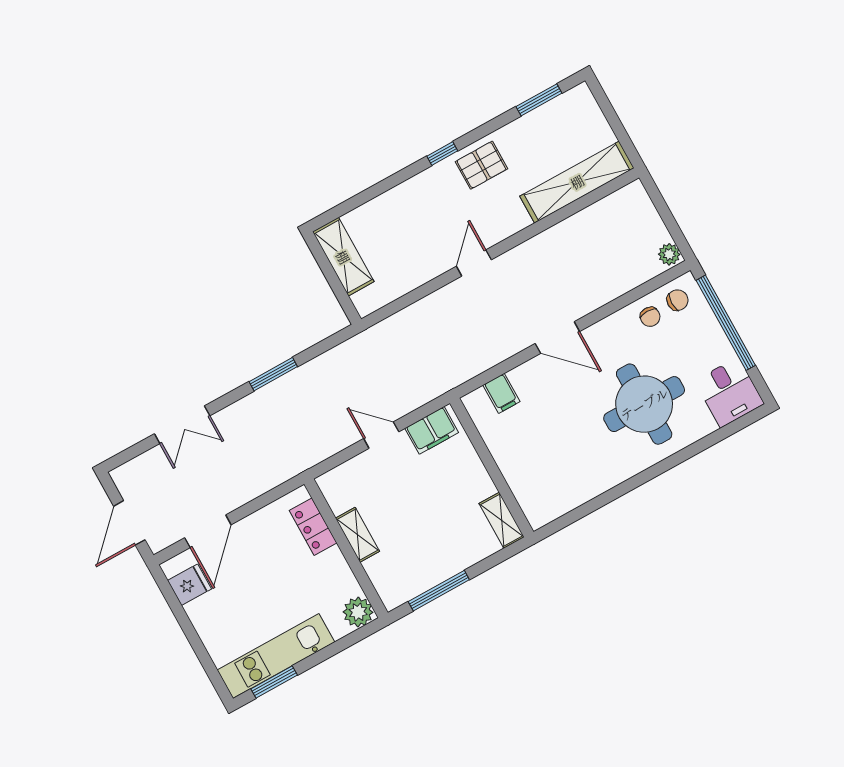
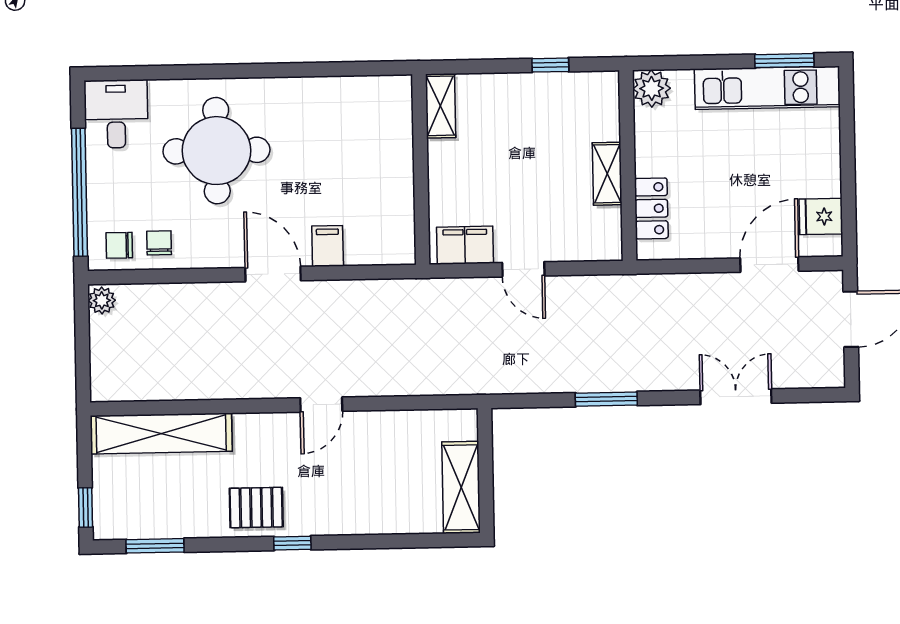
window: (603, 101) -> (86, 507), added
filing cabinet: (501, 393) -> (328, 246), moved
window: (439, 591) -> (550, 65), width x0.46

